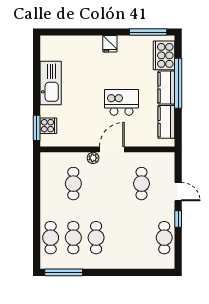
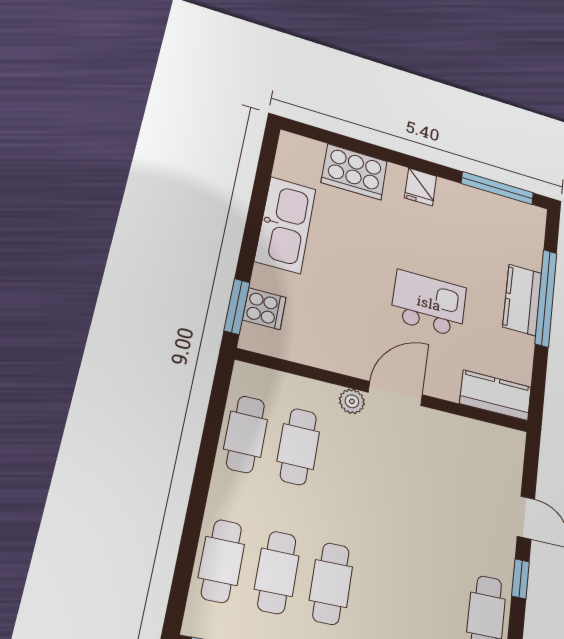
cooker: (164, 55) -> (354, 172), moved, turned -90
kitchen counter: (166, 122) -> (496, 395), moved, turned 90
cafe table: (141, 184) -> (246, 434), moved

